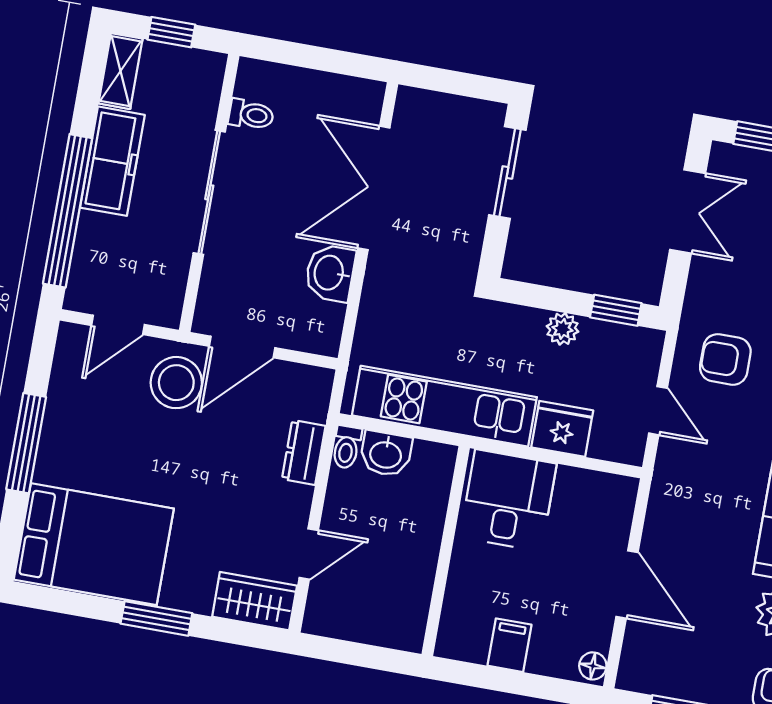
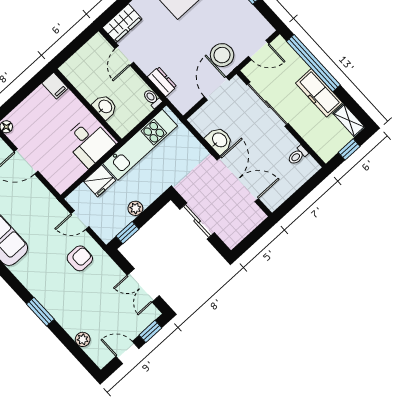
sliding door: (507, 172) -> (197, 221), moved
sliding door: (209, 192) -> (268, 104), moved
door: (118, 325) -> (259, 50), swing flipped
washbasin: (386, 454) -> (105, 107), moved, turned 90
filing cabinet: (509, 645) -> (55, 86), moved

